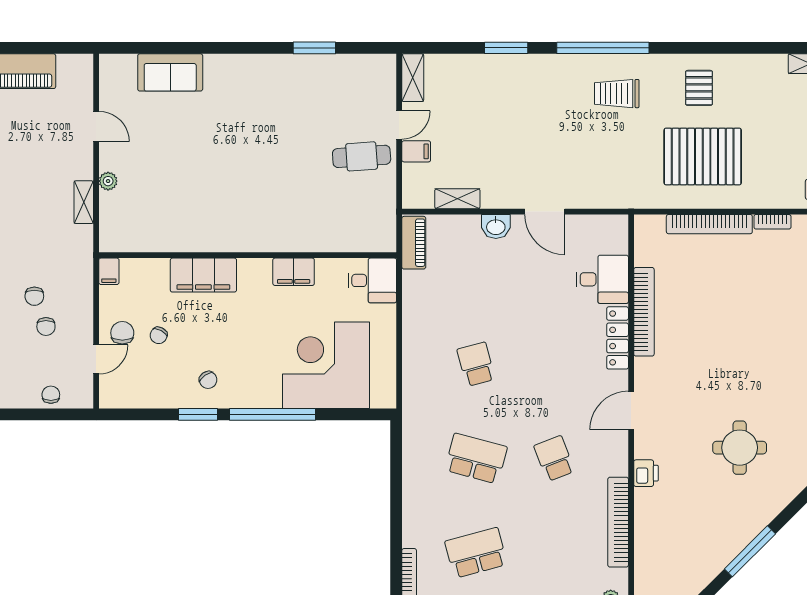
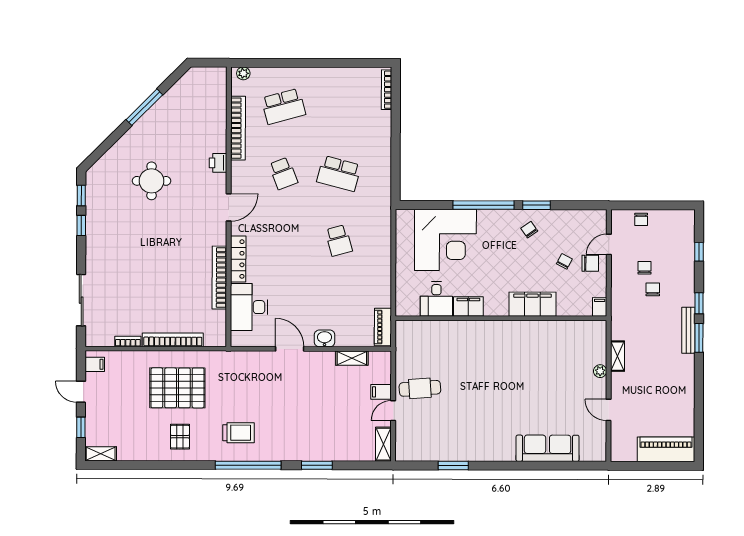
sofa: (170, 72) -> (548, 448), width x1.36
desk: (602, 279) -> (249, 307), width x1.37
desk: (372, 280) -> (436, 299), moved, turned -90
chair: (122, 333) -> (590, 263), turned -90
school desk: (476, 553) -> (283, 106), moved

